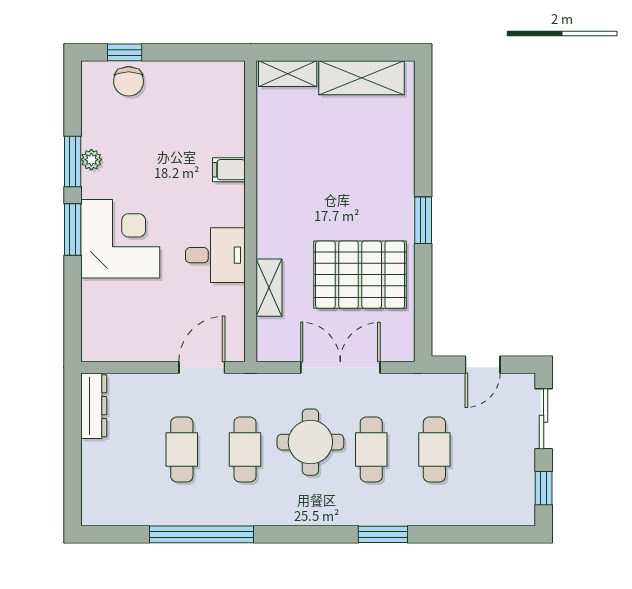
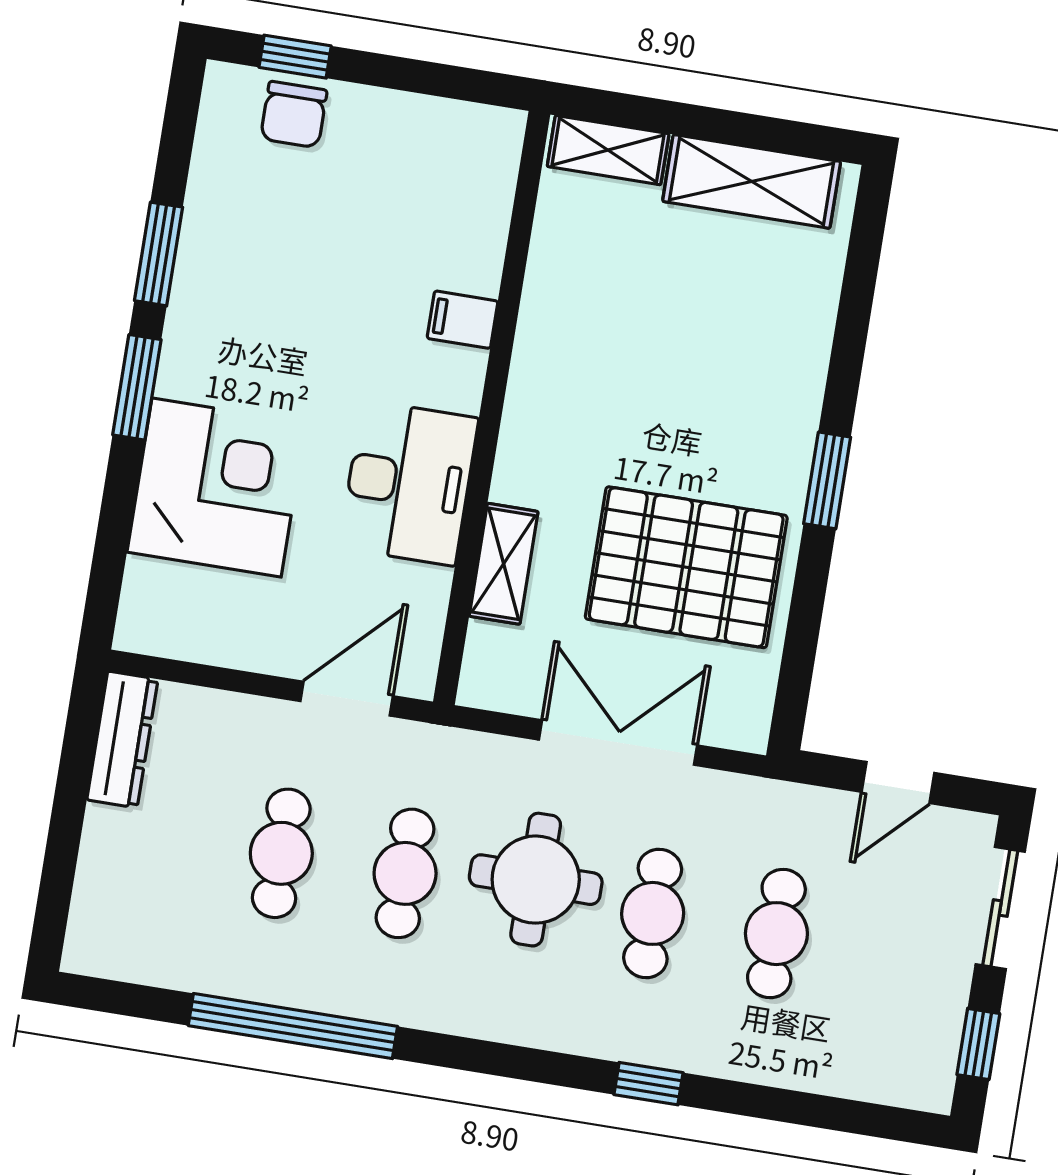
plant: (91, 160) -> (196, 256), removed
corner desk: (120, 239) -> (216, 488), moved
desk: (215, 255) -> (409, 483), width x1.37
window: (383, 534) -> (648, 1084), width x0.67

